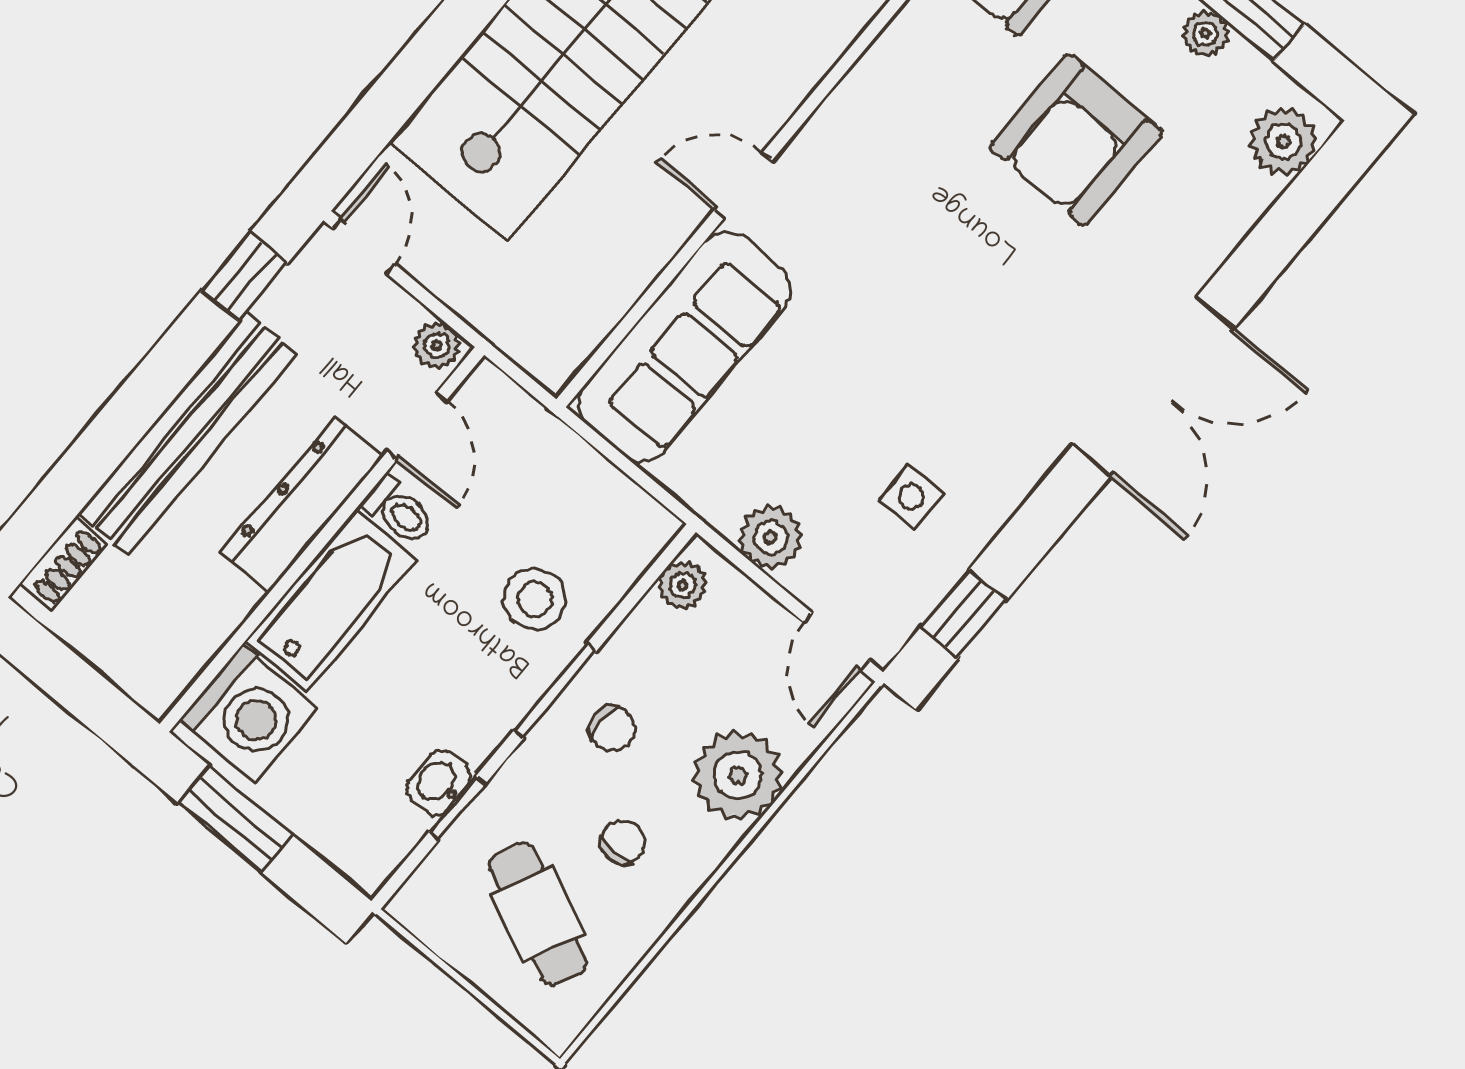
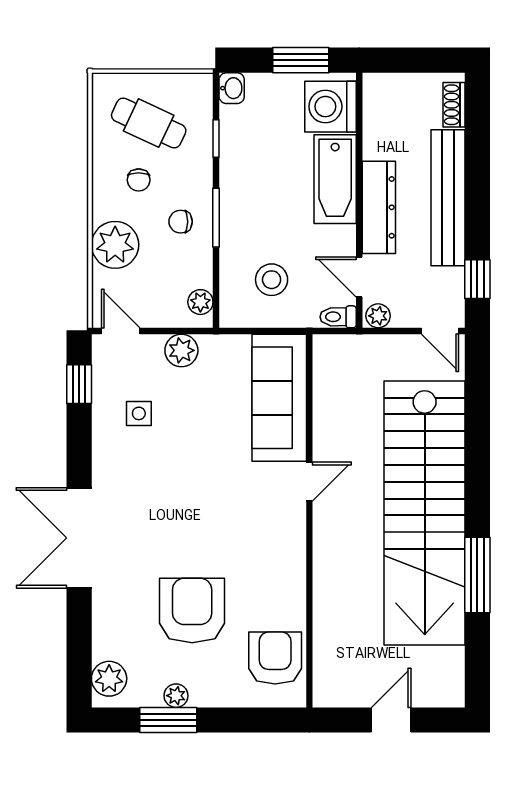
toilet: (399, 511) -> (338, 317), moved
stool: (535, 599) -> (272, 280), moved
washbasin: (439, 783) -> (232, 88), moved

